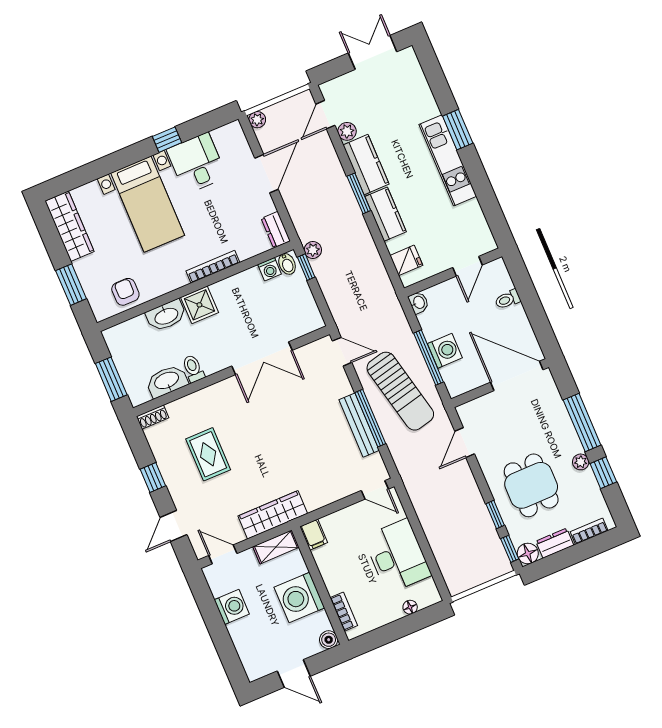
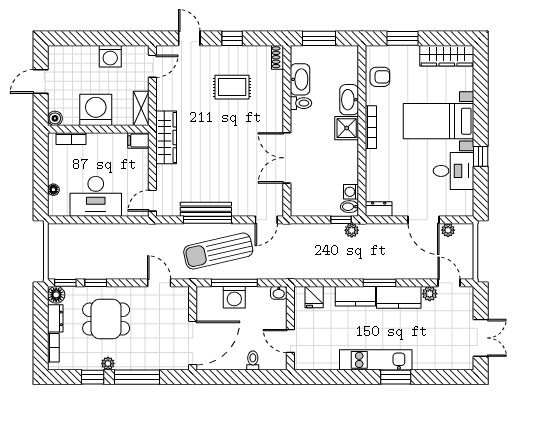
plant: (257, 120) -> (448, 230), moved
bookcase: (213, 267) -> (371, 127), moved
wardrobe: (273, 515) -> (166, 137), moved

